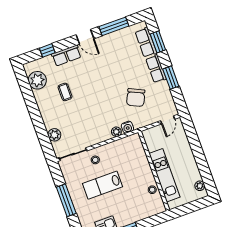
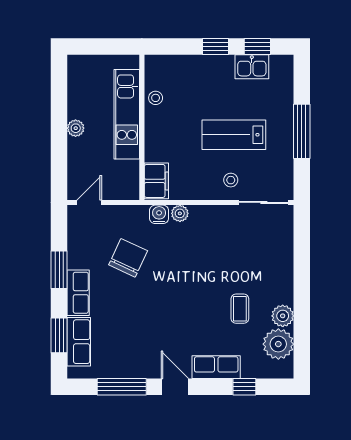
plant: (54, 135) -> (283, 316), moved
filing cabinet: (135, 145) -> (156, 181), added
lab bench: (102, 185) -> (234, 135), turned 180
plant: (200, 186) -> (76, 128), moved

